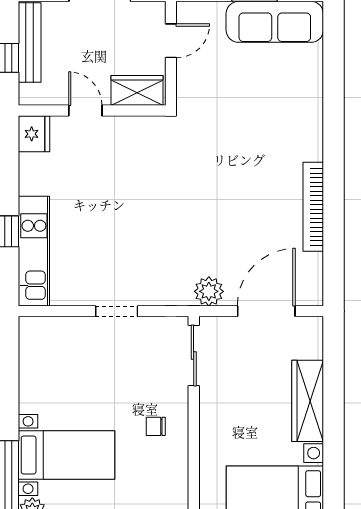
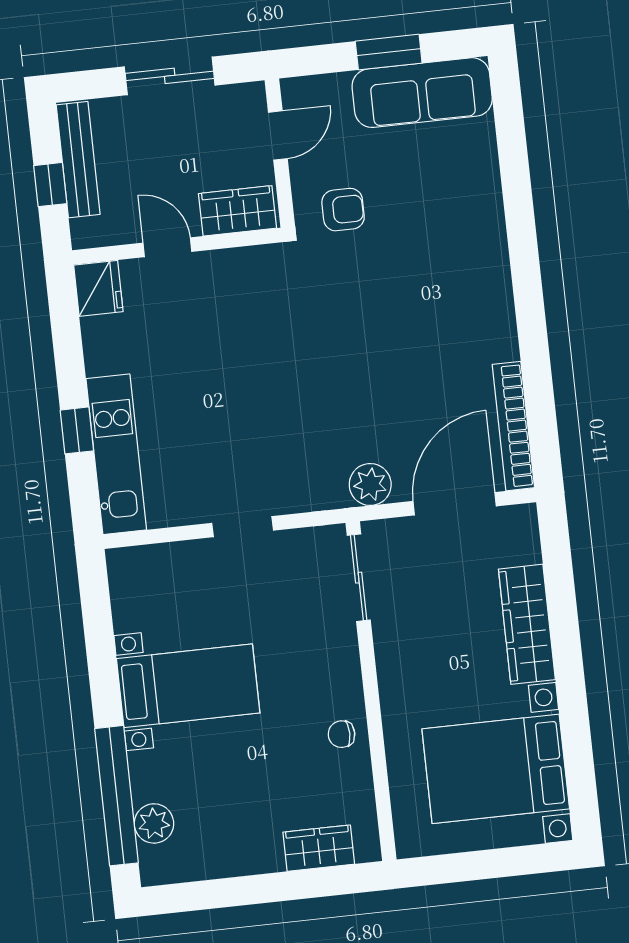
armchair: (211, 98) -> (343, 210), added
bookcase: (313, 207) -> (513, 426), moved
chair: (156, 426) -> (342, 734), moved
bed with nightstands: (67, 455) -> (188, 686), moved

